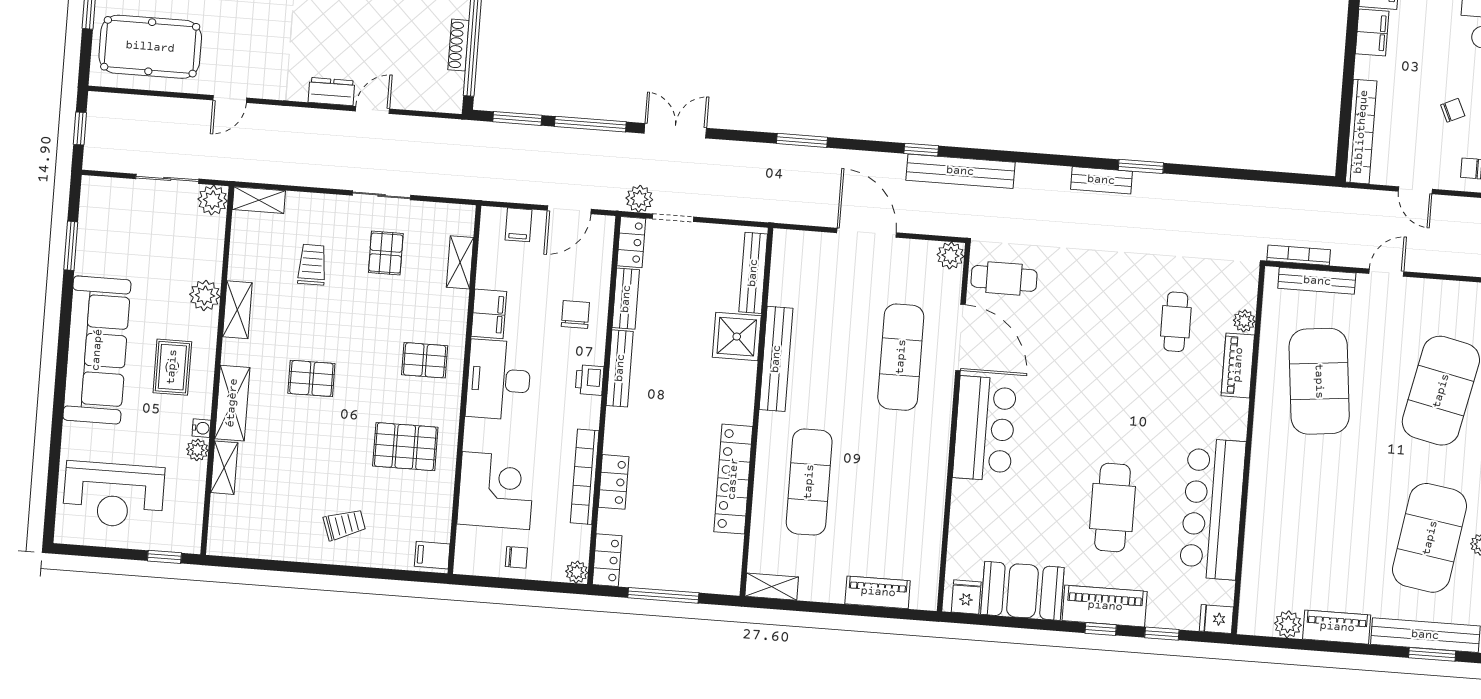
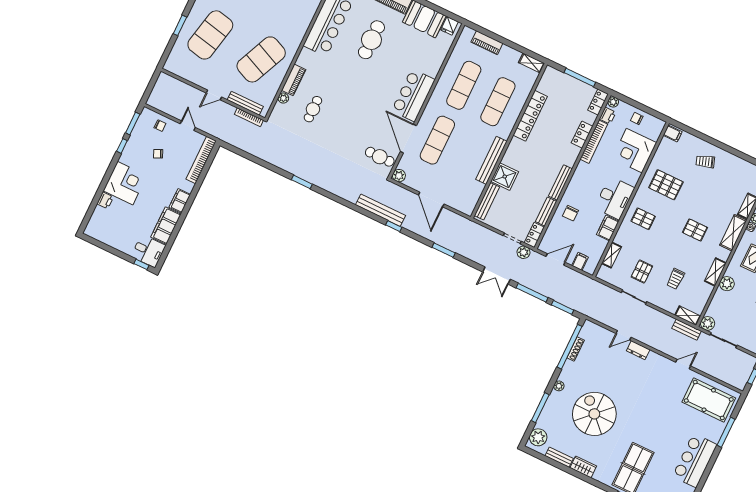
bench: (1101, 180) -> (687, 330), moved
printer: (589, 380) -> (608, 116), moved
exercise mat: (1319, 381) -> (261, 59), turned 30
exercise mat: (891, 488) -> (464, 85), added

